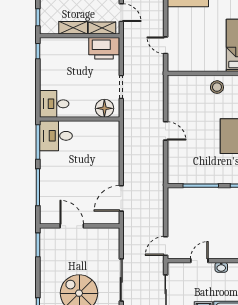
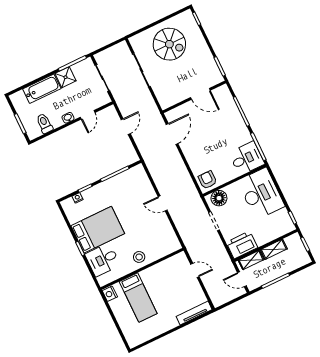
desk: (54, 104) -> (261, 194), width x1.87, depth x1.30
armchair: (107, 133) -> (208, 180), added
door: (166, 246) -> (126, 127), moved

